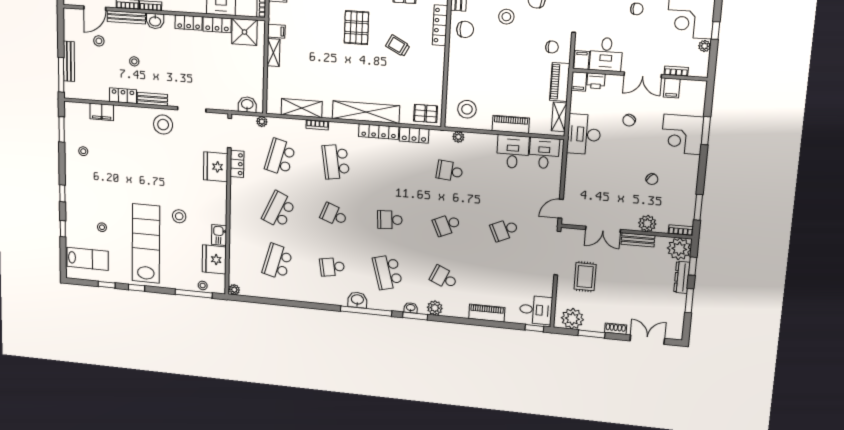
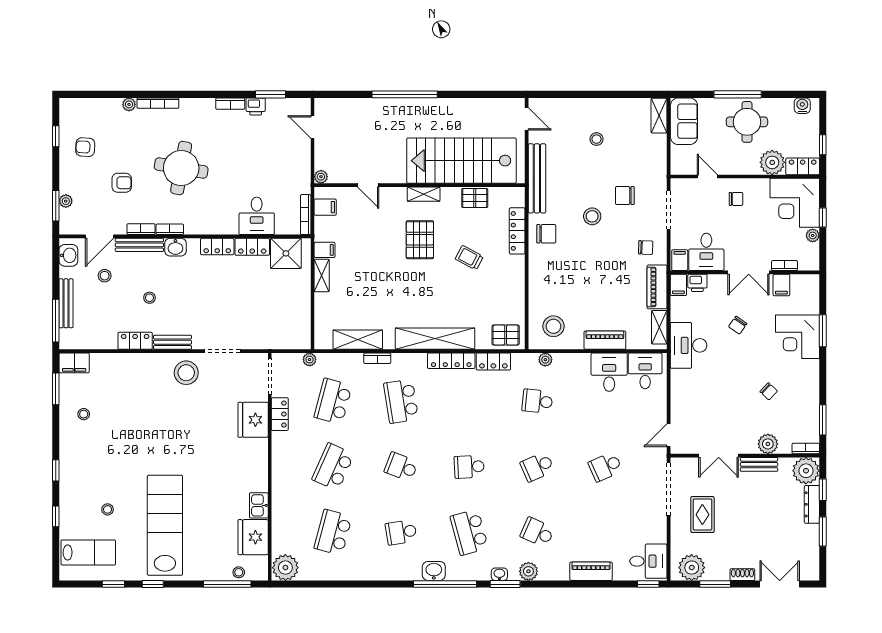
washbasin: (247, 105) -> (68, 255), moved, turned 90
filing cabinet: (102, 112) -> (74, 363), moved
stool: (179, 216) -> (208, 486), removed
plant: (234, 290) -> (285, 568), width x1.88, depth x1.88

